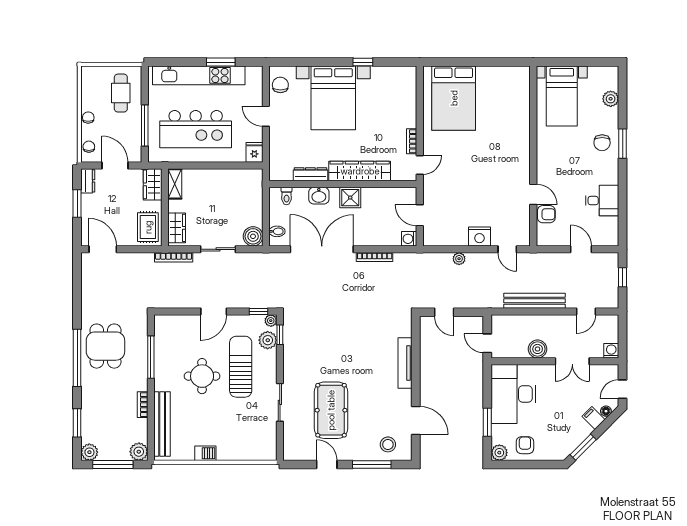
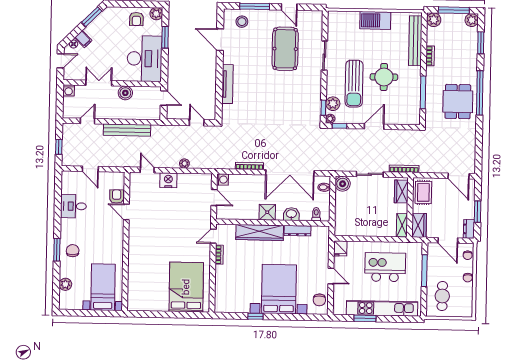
kitchen island: (196, 129) -> (385, 267), width x0.73
armchair: (546, 214) -> (117, 196), turned 90
barbecue: (205, 453) -> (375, 20), width x1.88, depth x1.53

